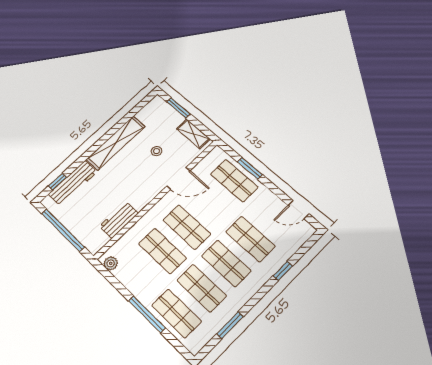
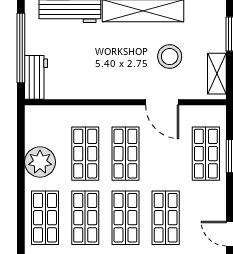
stool: (157, 151) -> (170, 57), width x1.89, depth x1.89
workbench: (119, 220) -> (36, 77), moved, turned 90
plant: (111, 263) -> (40, 162), moved, width x1.87, depth x1.87
window: (147, 314) -> (21, 194), removed

